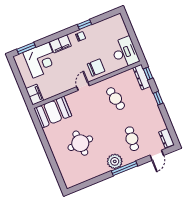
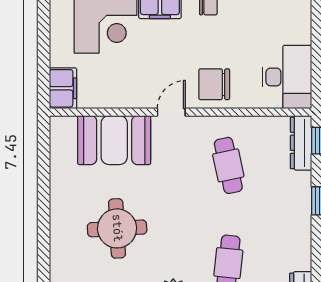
chair: (96, 68) -> (214, 84), turned 180
booth: (53, 112) -> (114, 140), moved

